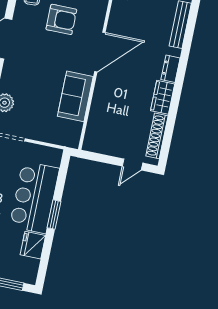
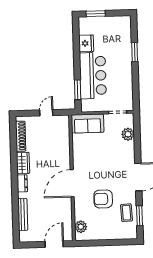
sofa: (75, 96) -> (88, 124), moved, turned 90
door: (133, 165) -> (46, 113), moved
window: (54, 215) -> (78, 90), moved

